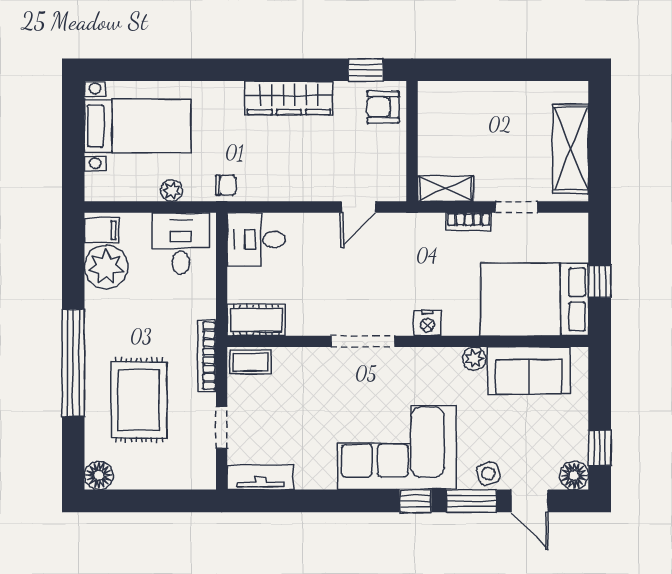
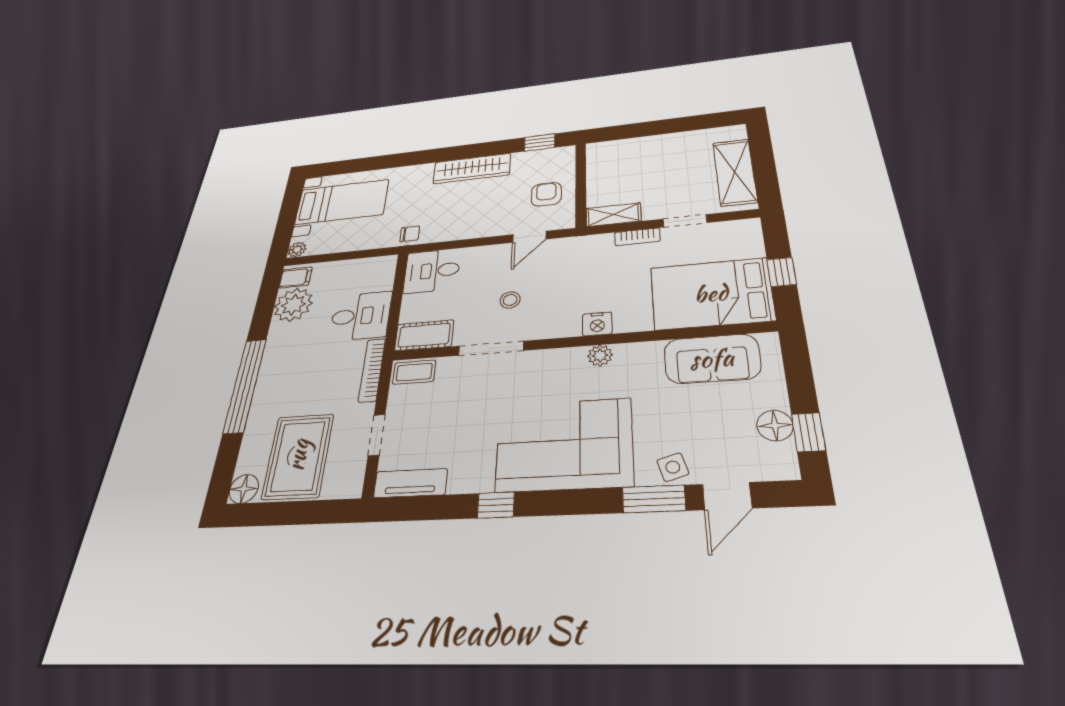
armchair: (383, 107) -> (546, 194), moved, turned 90
plant: (172, 190) -> (297, 250), moved
desk: (181, 243) -> (361, 316), moved, turned 90
stool: (341, 286) -> (510, 300), added
doorway: (363, 341) -> (491, 348), moved
plant: (474, 359) -> (600, 355), moved
rug: (139, 400) -> (298, 456), moved
floor lamp: (574, 475) -> (775, 426), moved
window: (416, 501) -> (496, 505), moved
door: (530, 501) -> (727, 496), hinge flipped

